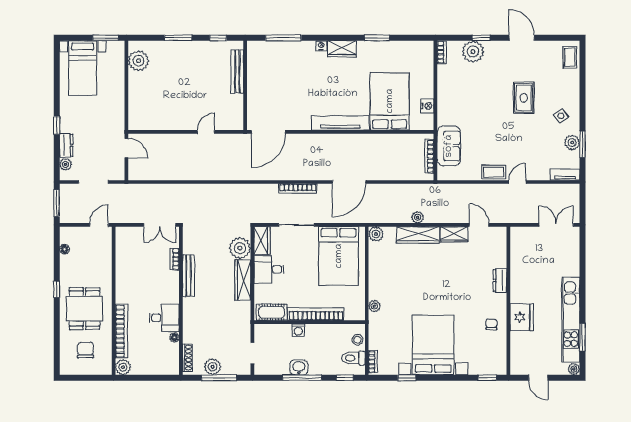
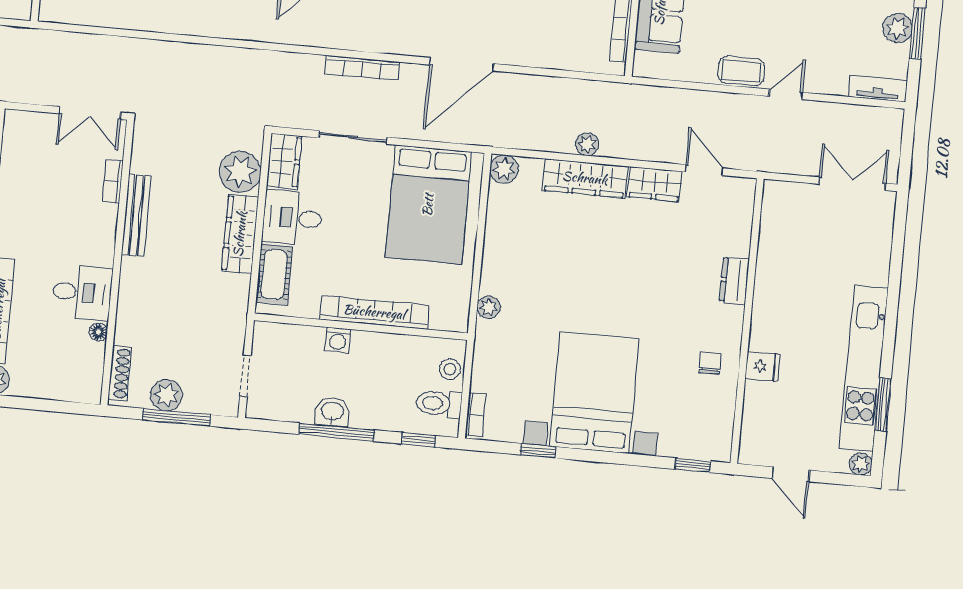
cot: (272, 312) -> (274, 274), moved, turned 90
fridge: (522, 317) -> (763, 367), width x0.53, depth x0.75

